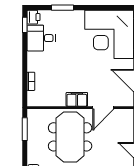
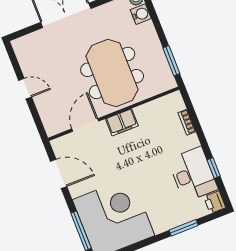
window: (25, 25) -> (214, 168), moved
desk: (41, 38) -> (193, 174), width x1.37

